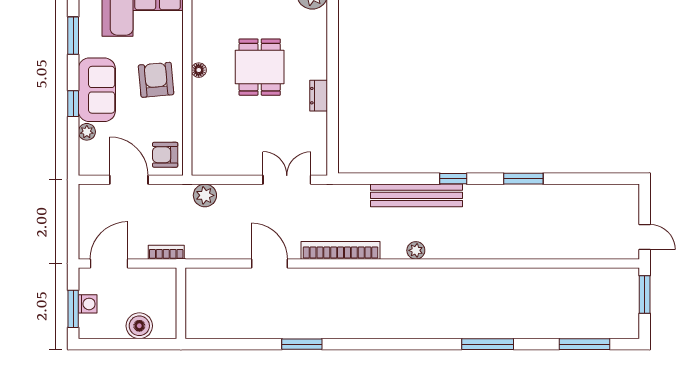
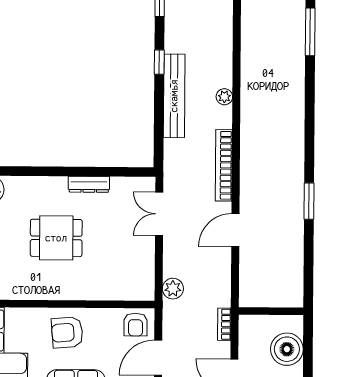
floor lamp: (199, 70) -> (59, 293), removed
dresser: (319, 96) -> (89, 184), width x1.44
boiler: (139, 326) -> (287, 349), width x1.37, depth x1.37

